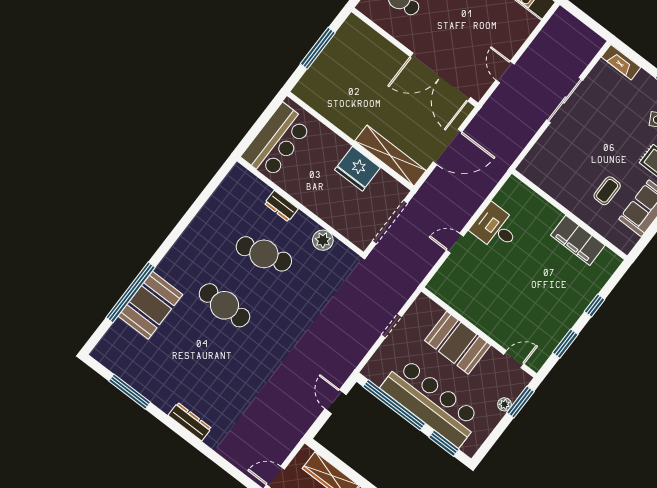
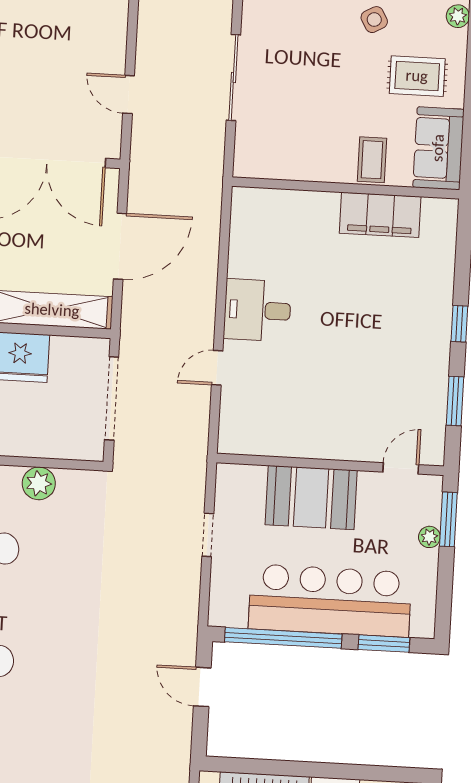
wall: (569, 215) -> (346, 188), moved
filing cabinet: (578, 240) -> (380, 215), moved

